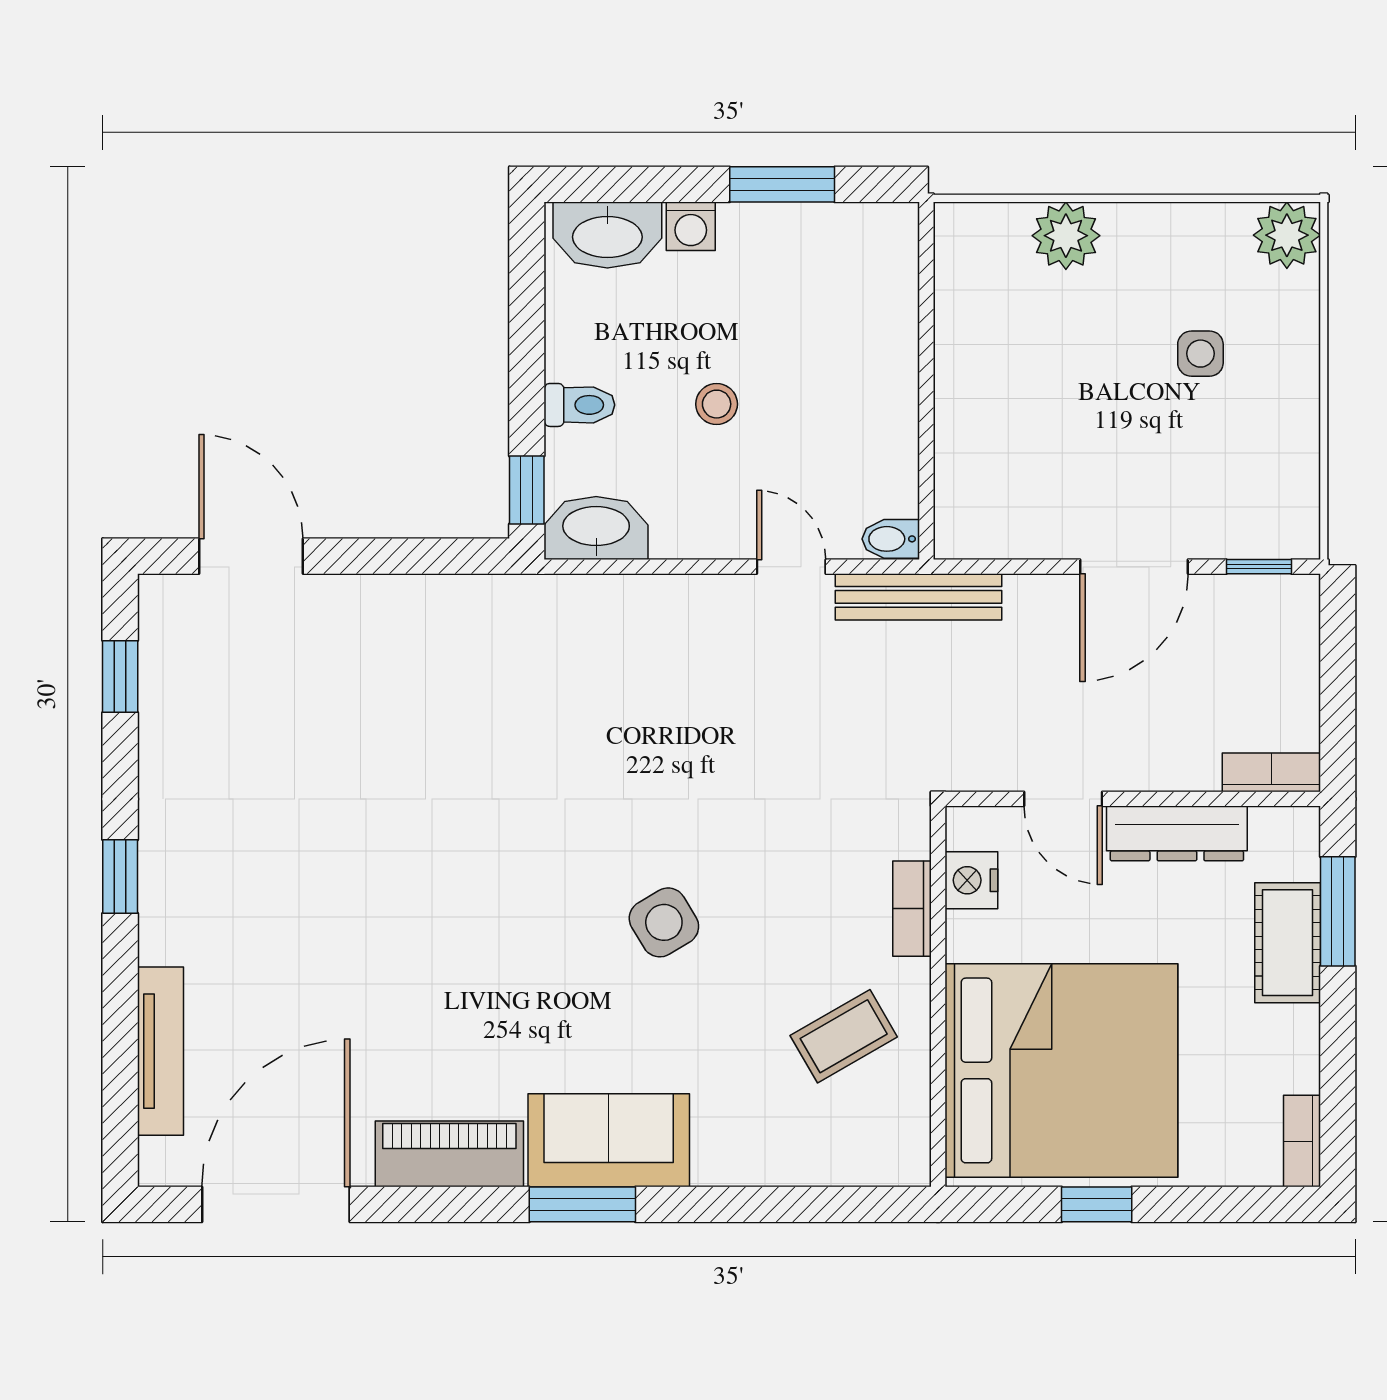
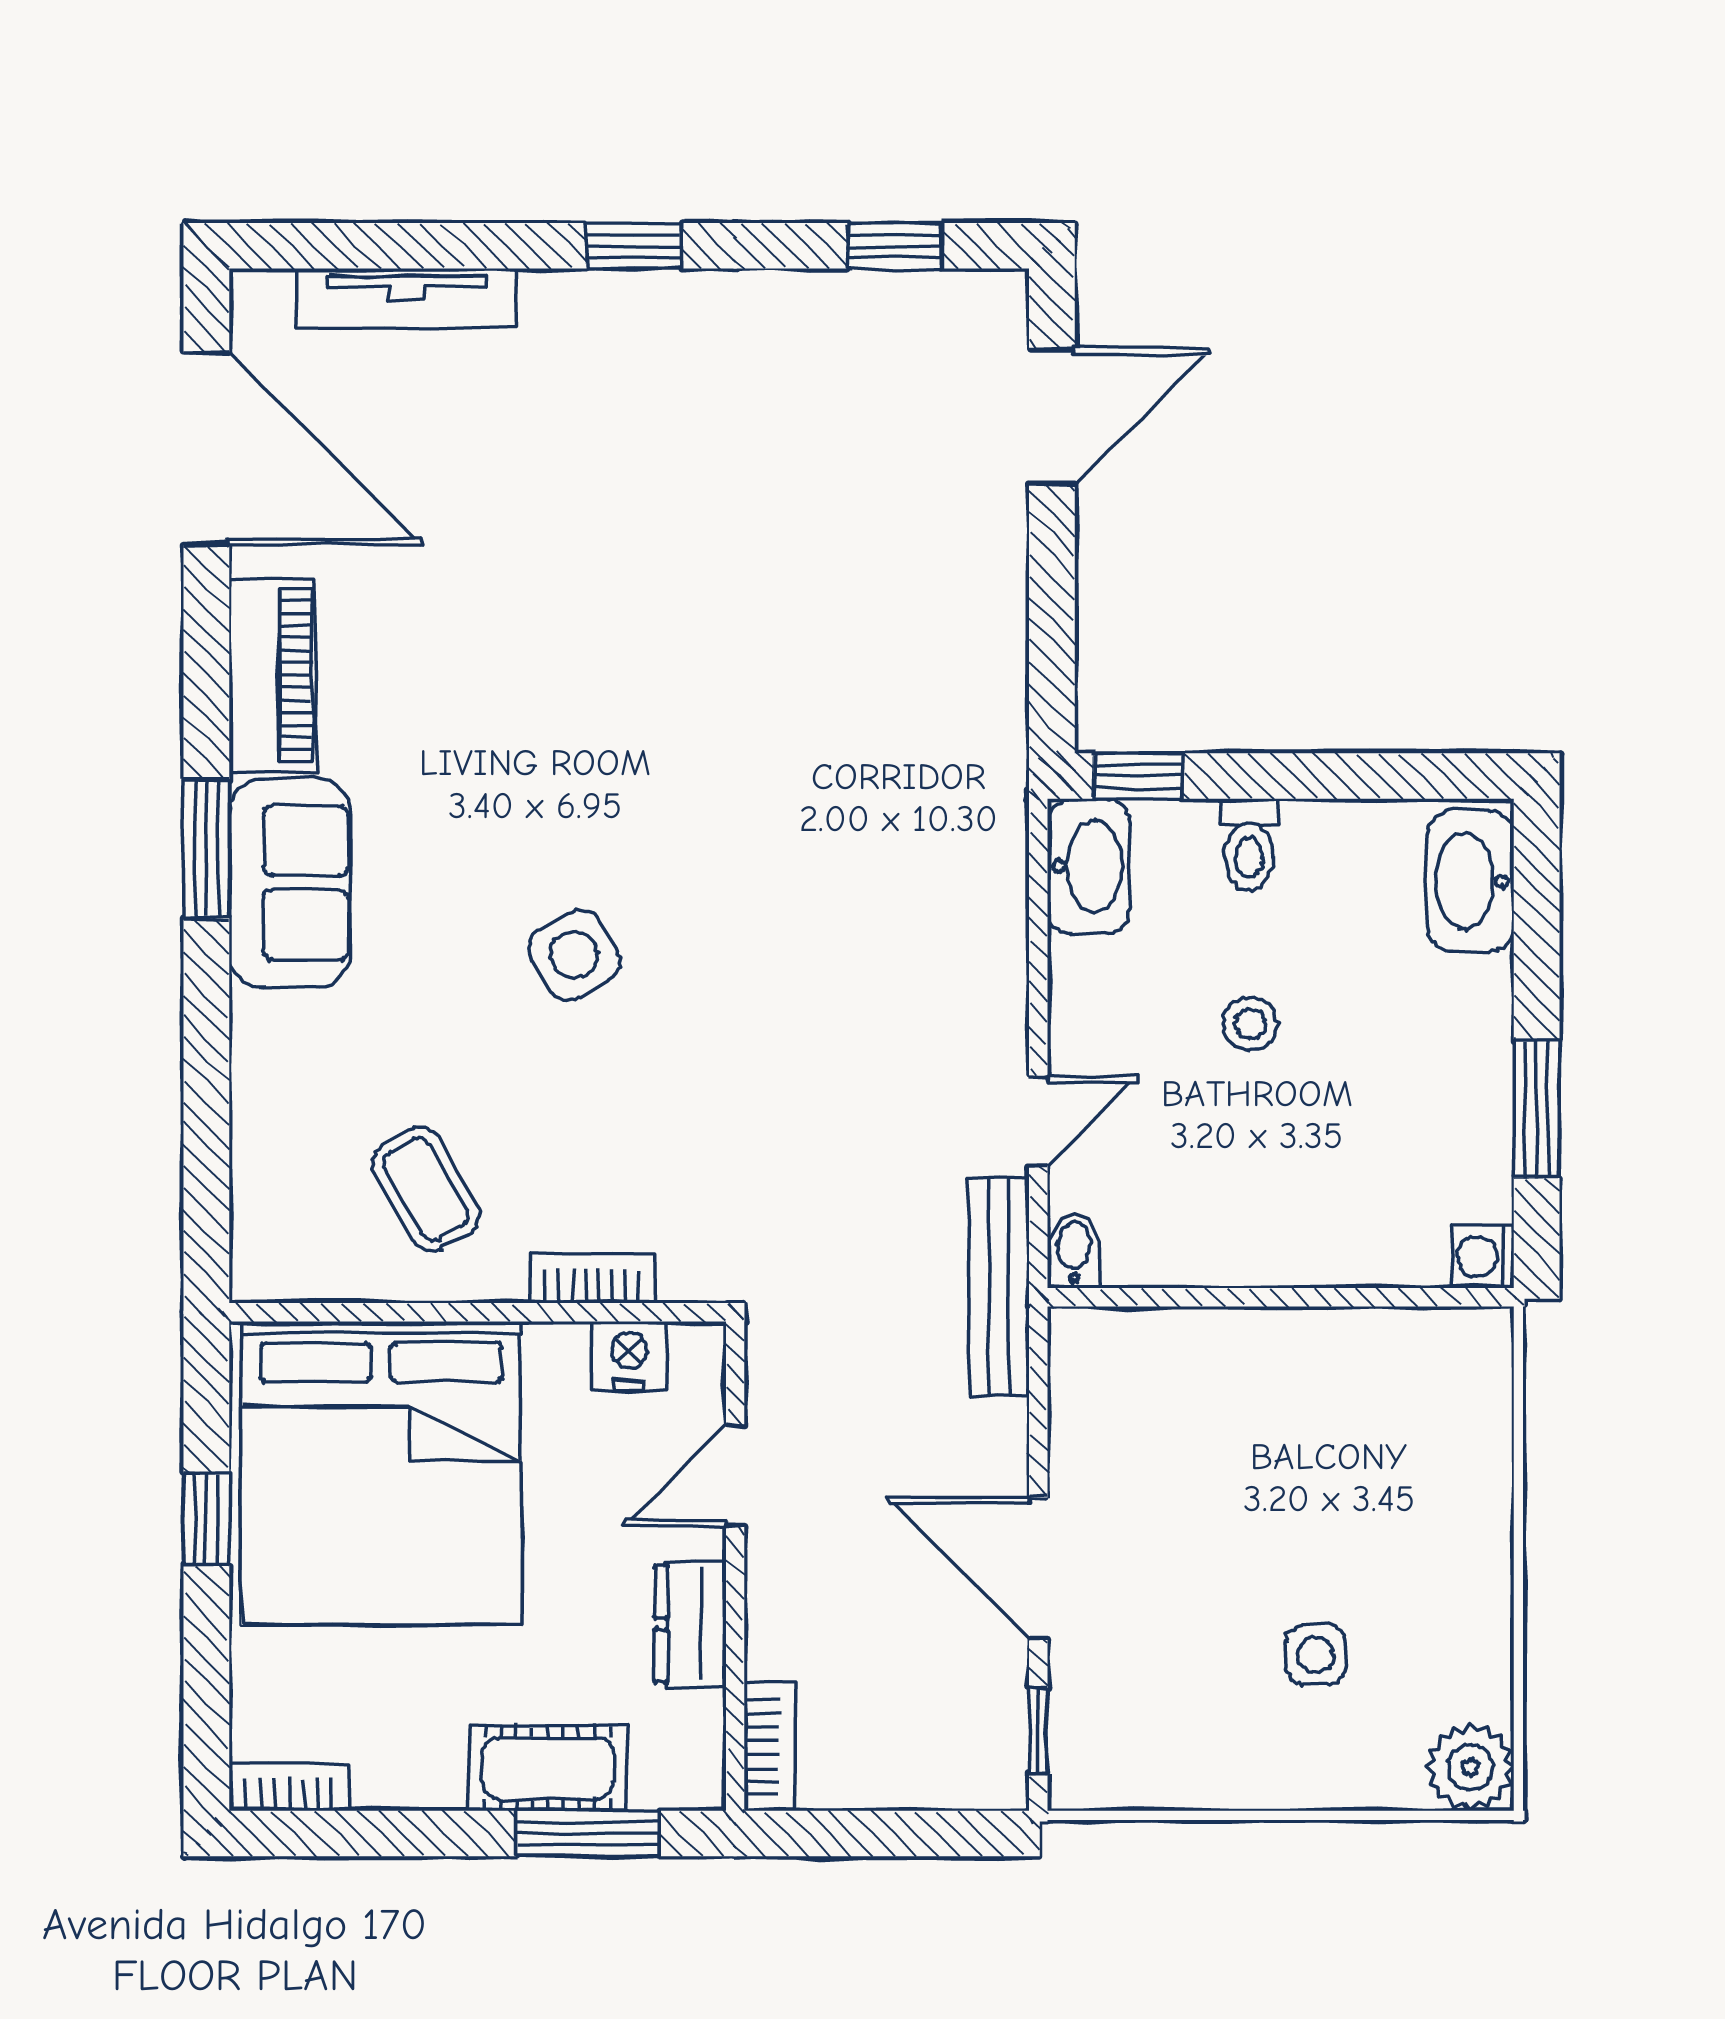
washing machine: (691, 226) -> (1482, 1256), moved
plant: (1066, 236) -> (1470, 1479), removed
dresser: (1177, 833) -> (690, 1624), width x0.70

